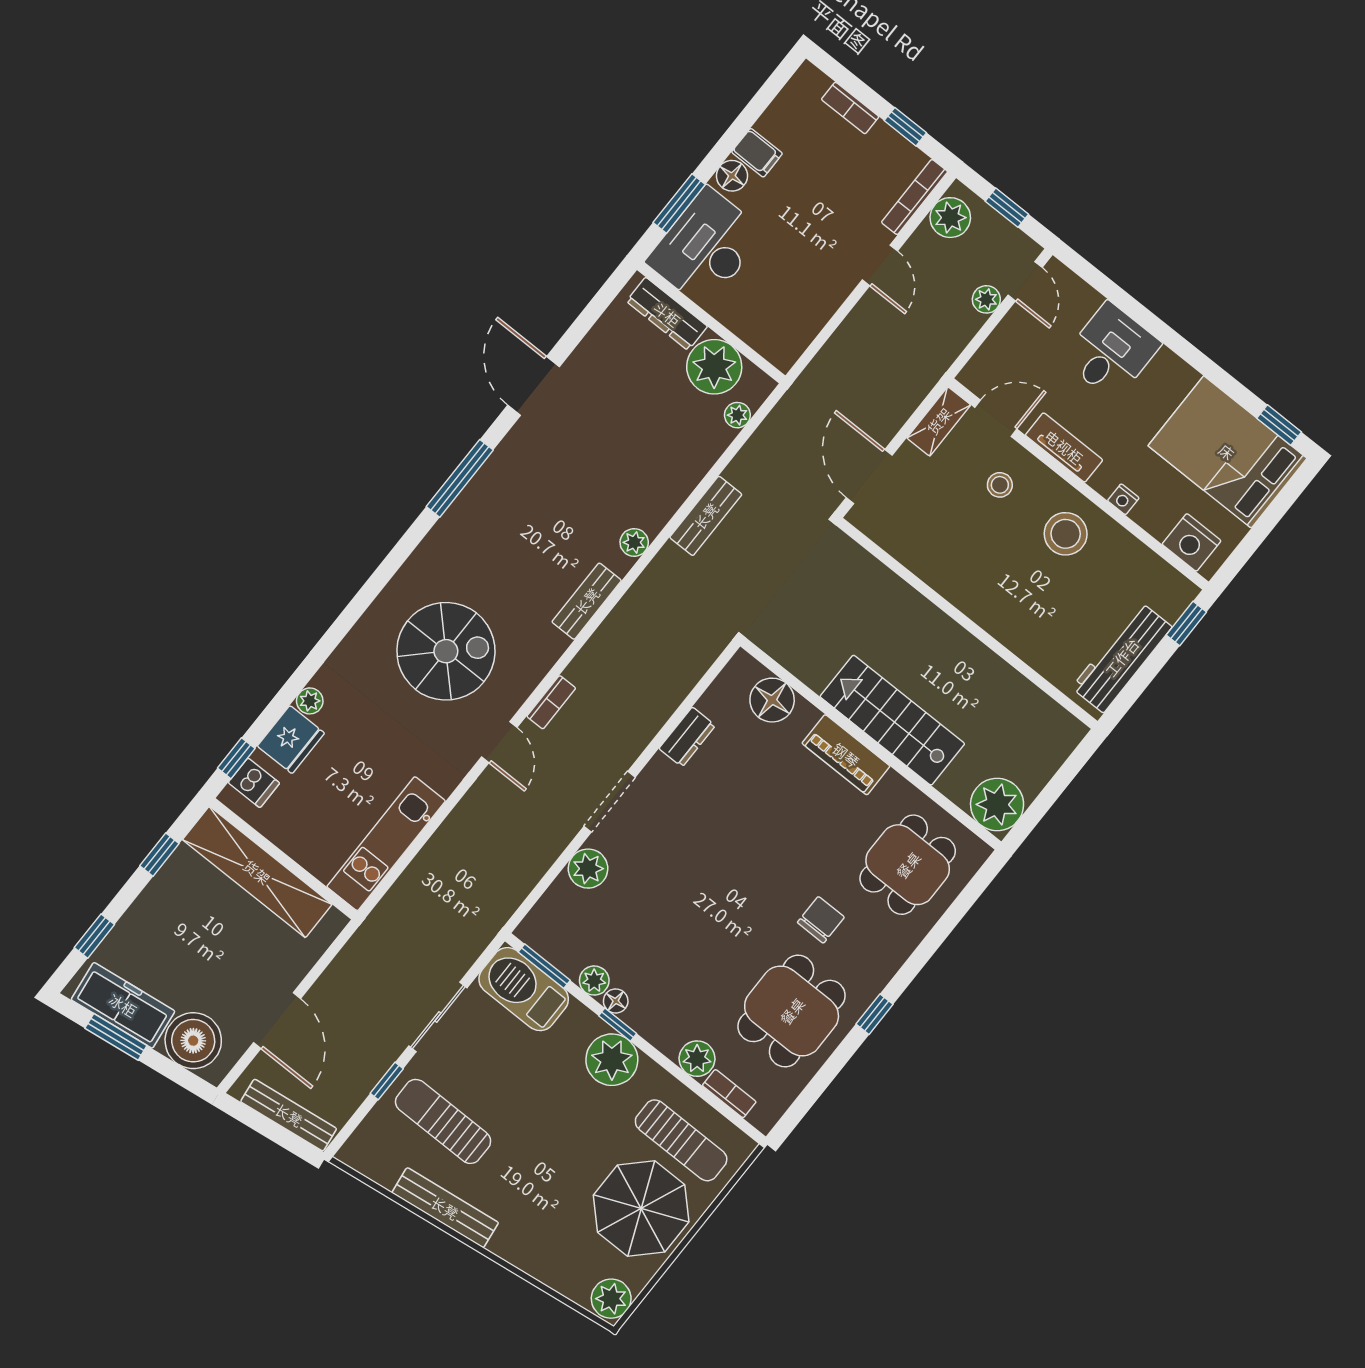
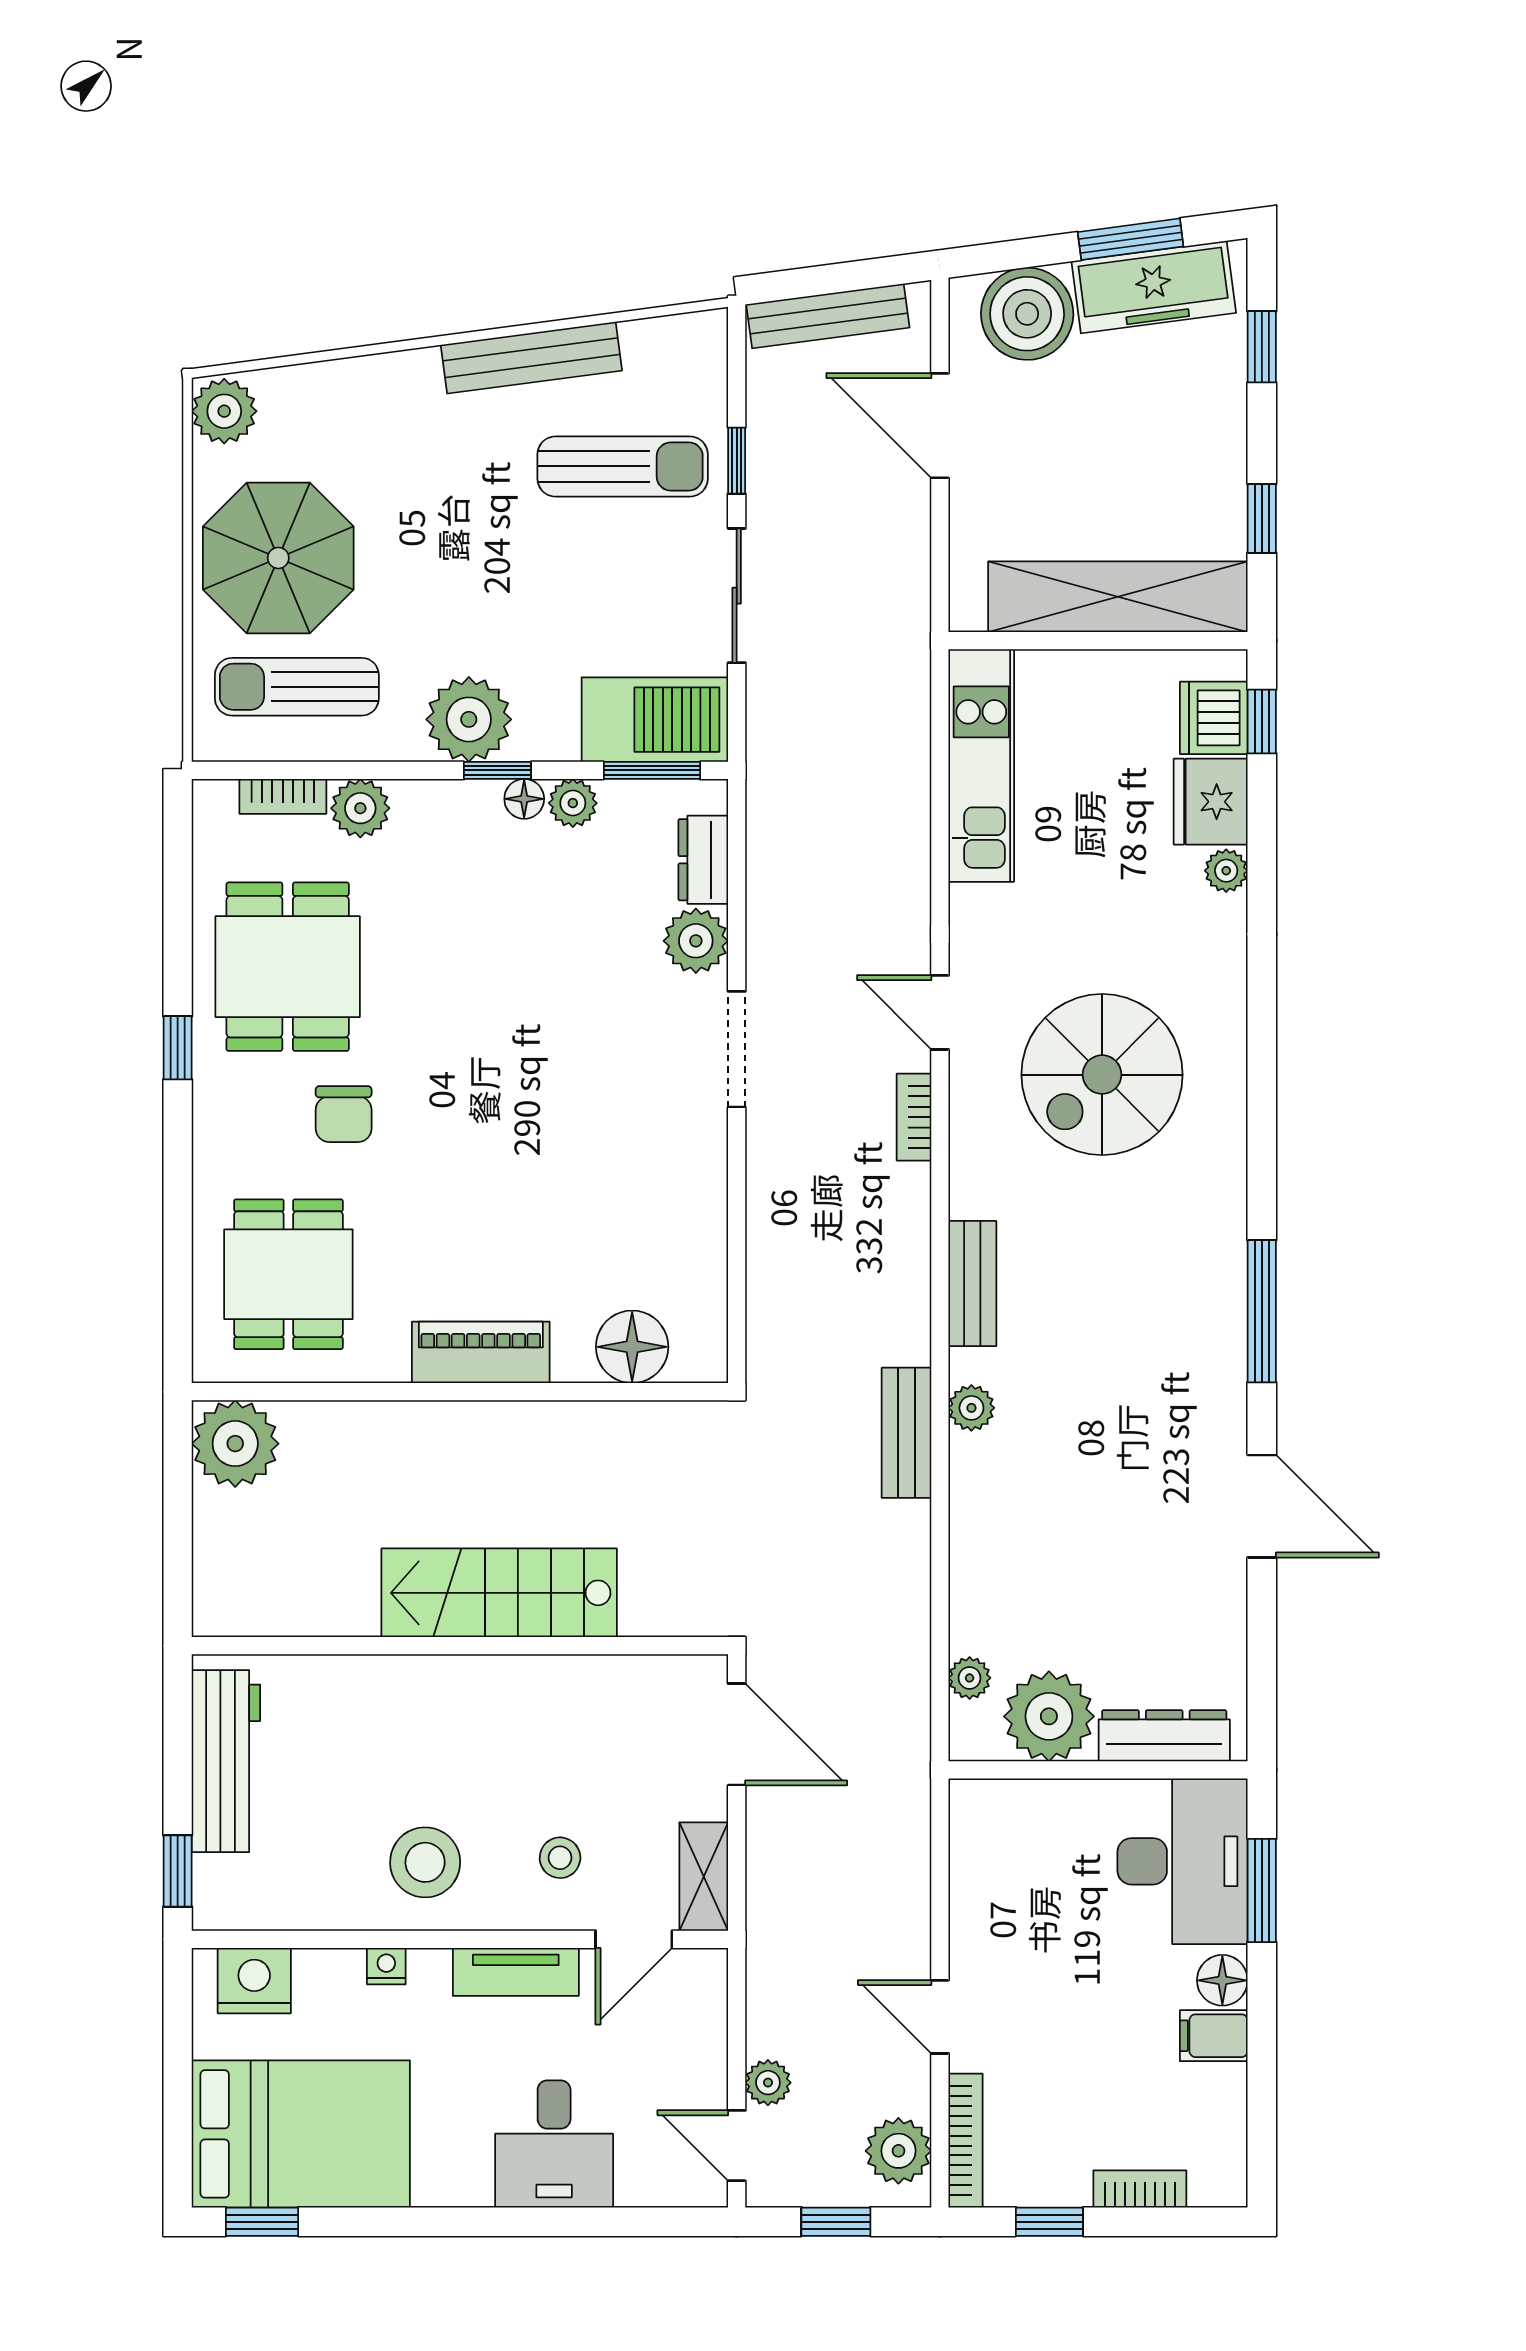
bench: (706, 516) -> (907, 1433), moved
stairs: (892, 720) -> (499, 1593), moved, turned 180
dresser: (687, 737) -> (703, 860), moved
dishwasher: (254, 783) -> (1214, 718), width x1.38

